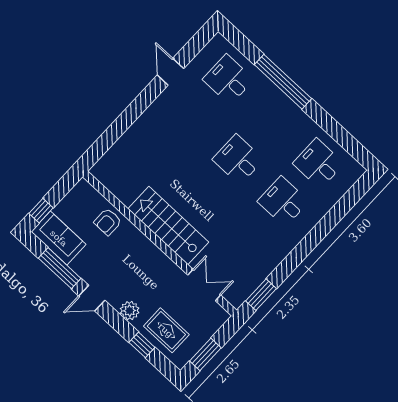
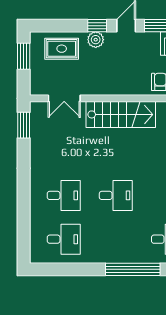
window: (142, 345) -> (97, 26), moved

